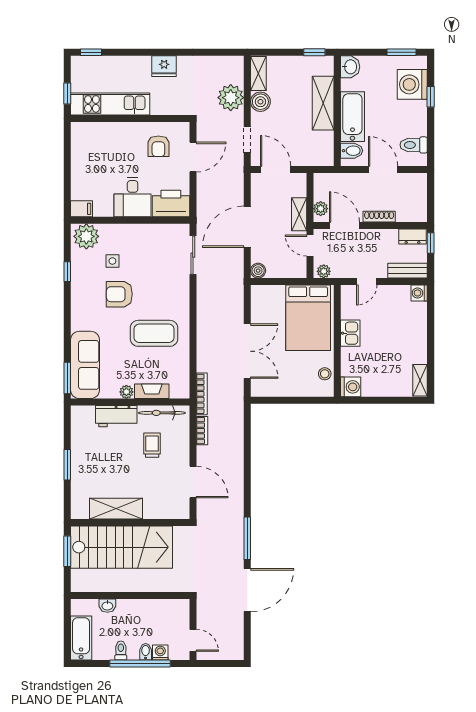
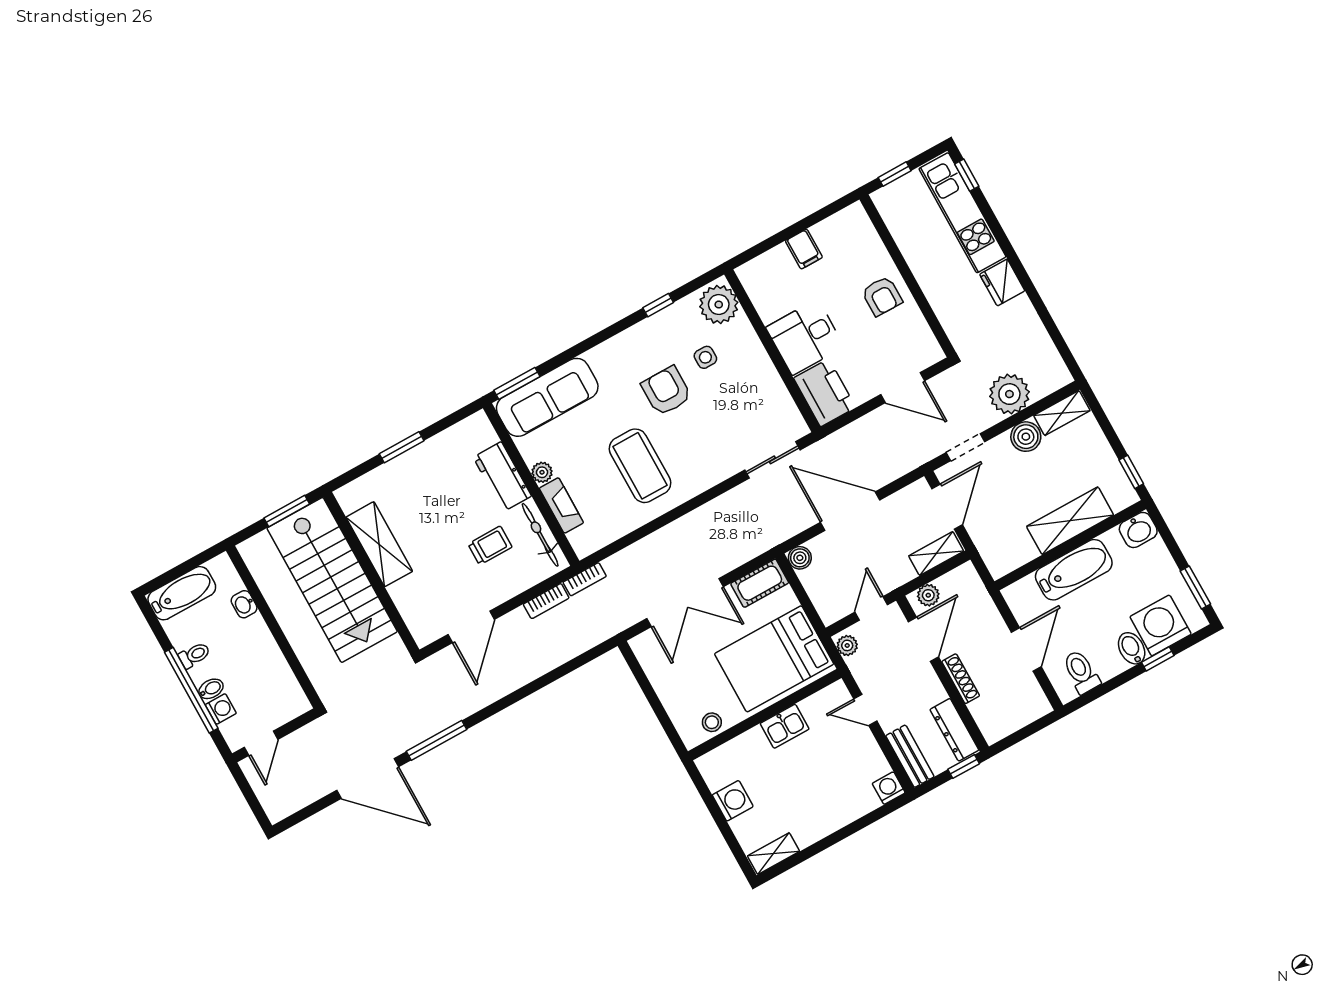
kitchen unit: (110, 104) -> (962, 213), moved, turned 180
armchair: (158, 146) -> (882, 296), moved, turned -90
bidet: (352, 151) -> (1132, 648), moved, turned 180
filing cabinet: (82, 209) -> (804, 249), moved
shelving: (299, 214) -> (936, 554), moved
dresser: (412, 237) -> (954, 730), width x1.44
cot: (260, 302) -> (760, 583), added
washing machine: (351, 387) -> (733, 801), moved, turned -90
bookcase: (202, 394) -> (585, 579), width x0.64

